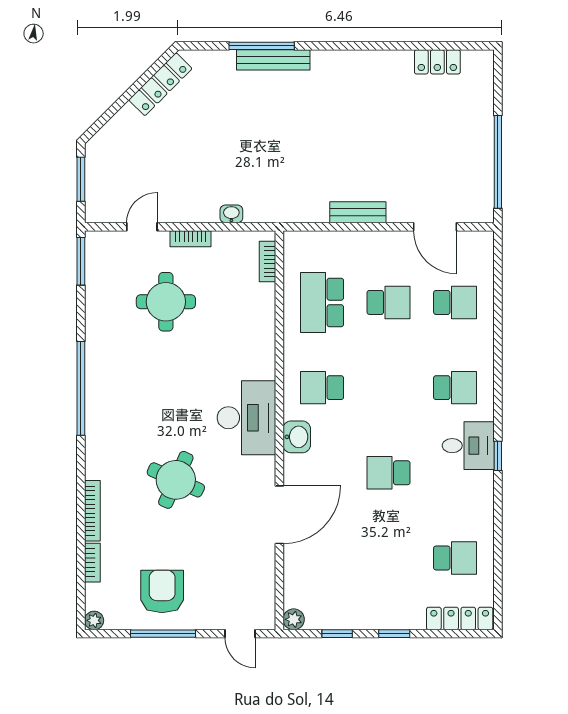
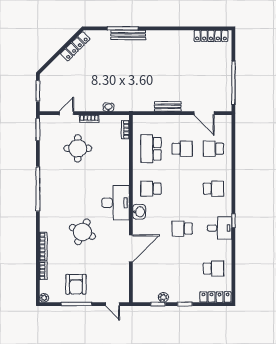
locker: (437, 62) -> (211, 36), width x1.53
school desk: (455, 302) -> (213, 149), turned 180
desk: (468, 446) -> (220, 228), moved
armchair: (162, 591) -> (76, 284), turned 180
plant: (294, 619) -> (163, 297), moved

